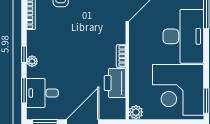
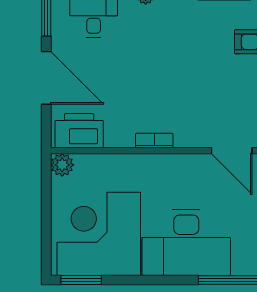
printer: (115, 83) -> (79, 131), moved

